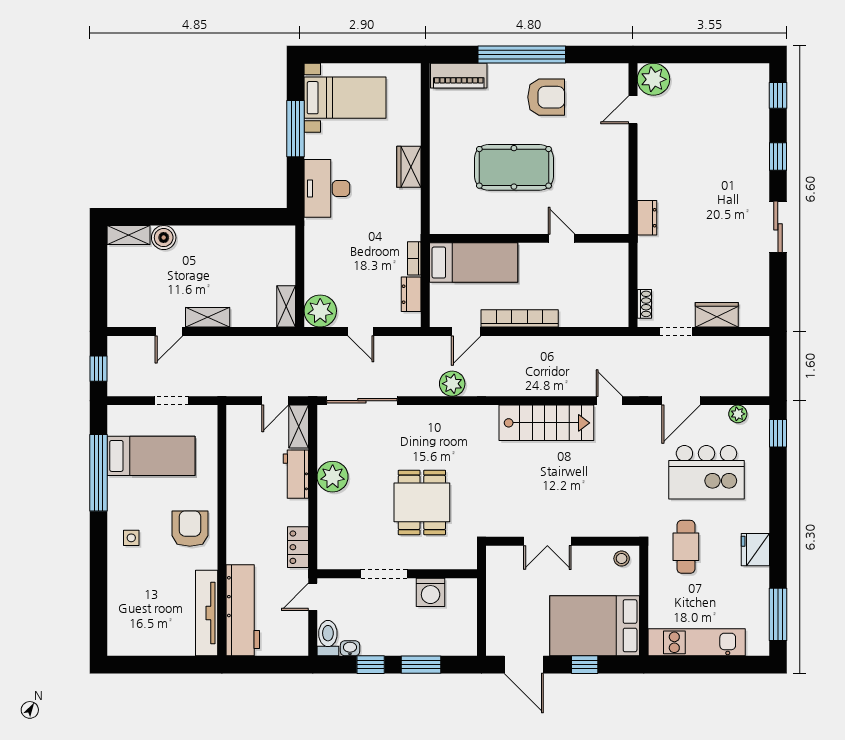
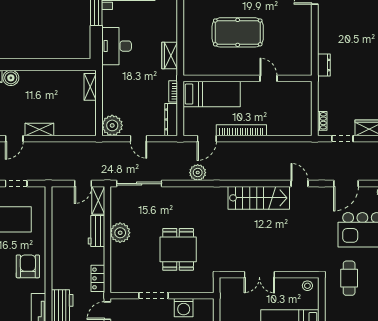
wardrobe: (409, 167) -> (170, 56), moved
dresser: (411, 294) -> (171, 119), width x1.44
shelving: (286, 306) -> (90, 87), moved

